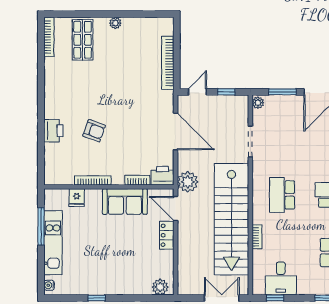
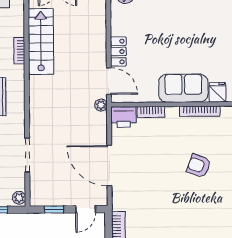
plant: (188, 182) -> (101, 105), width x0.53, depth x0.53
sofa: (125, 202) -> (183, 88), moved
stairs: (231, 219) -> (41, 41), width x0.54, depth x0.66

